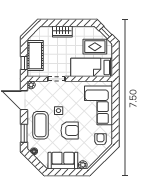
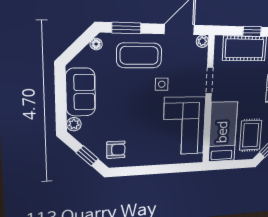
window: (24, 63) -> (252, 31), moved
corner sofa: (98, 105) -> (184, 126), moved, turned -90
armchair: (70, 131) -> (130, 102), removed
window: (104, 157) -> (87, 156), added

